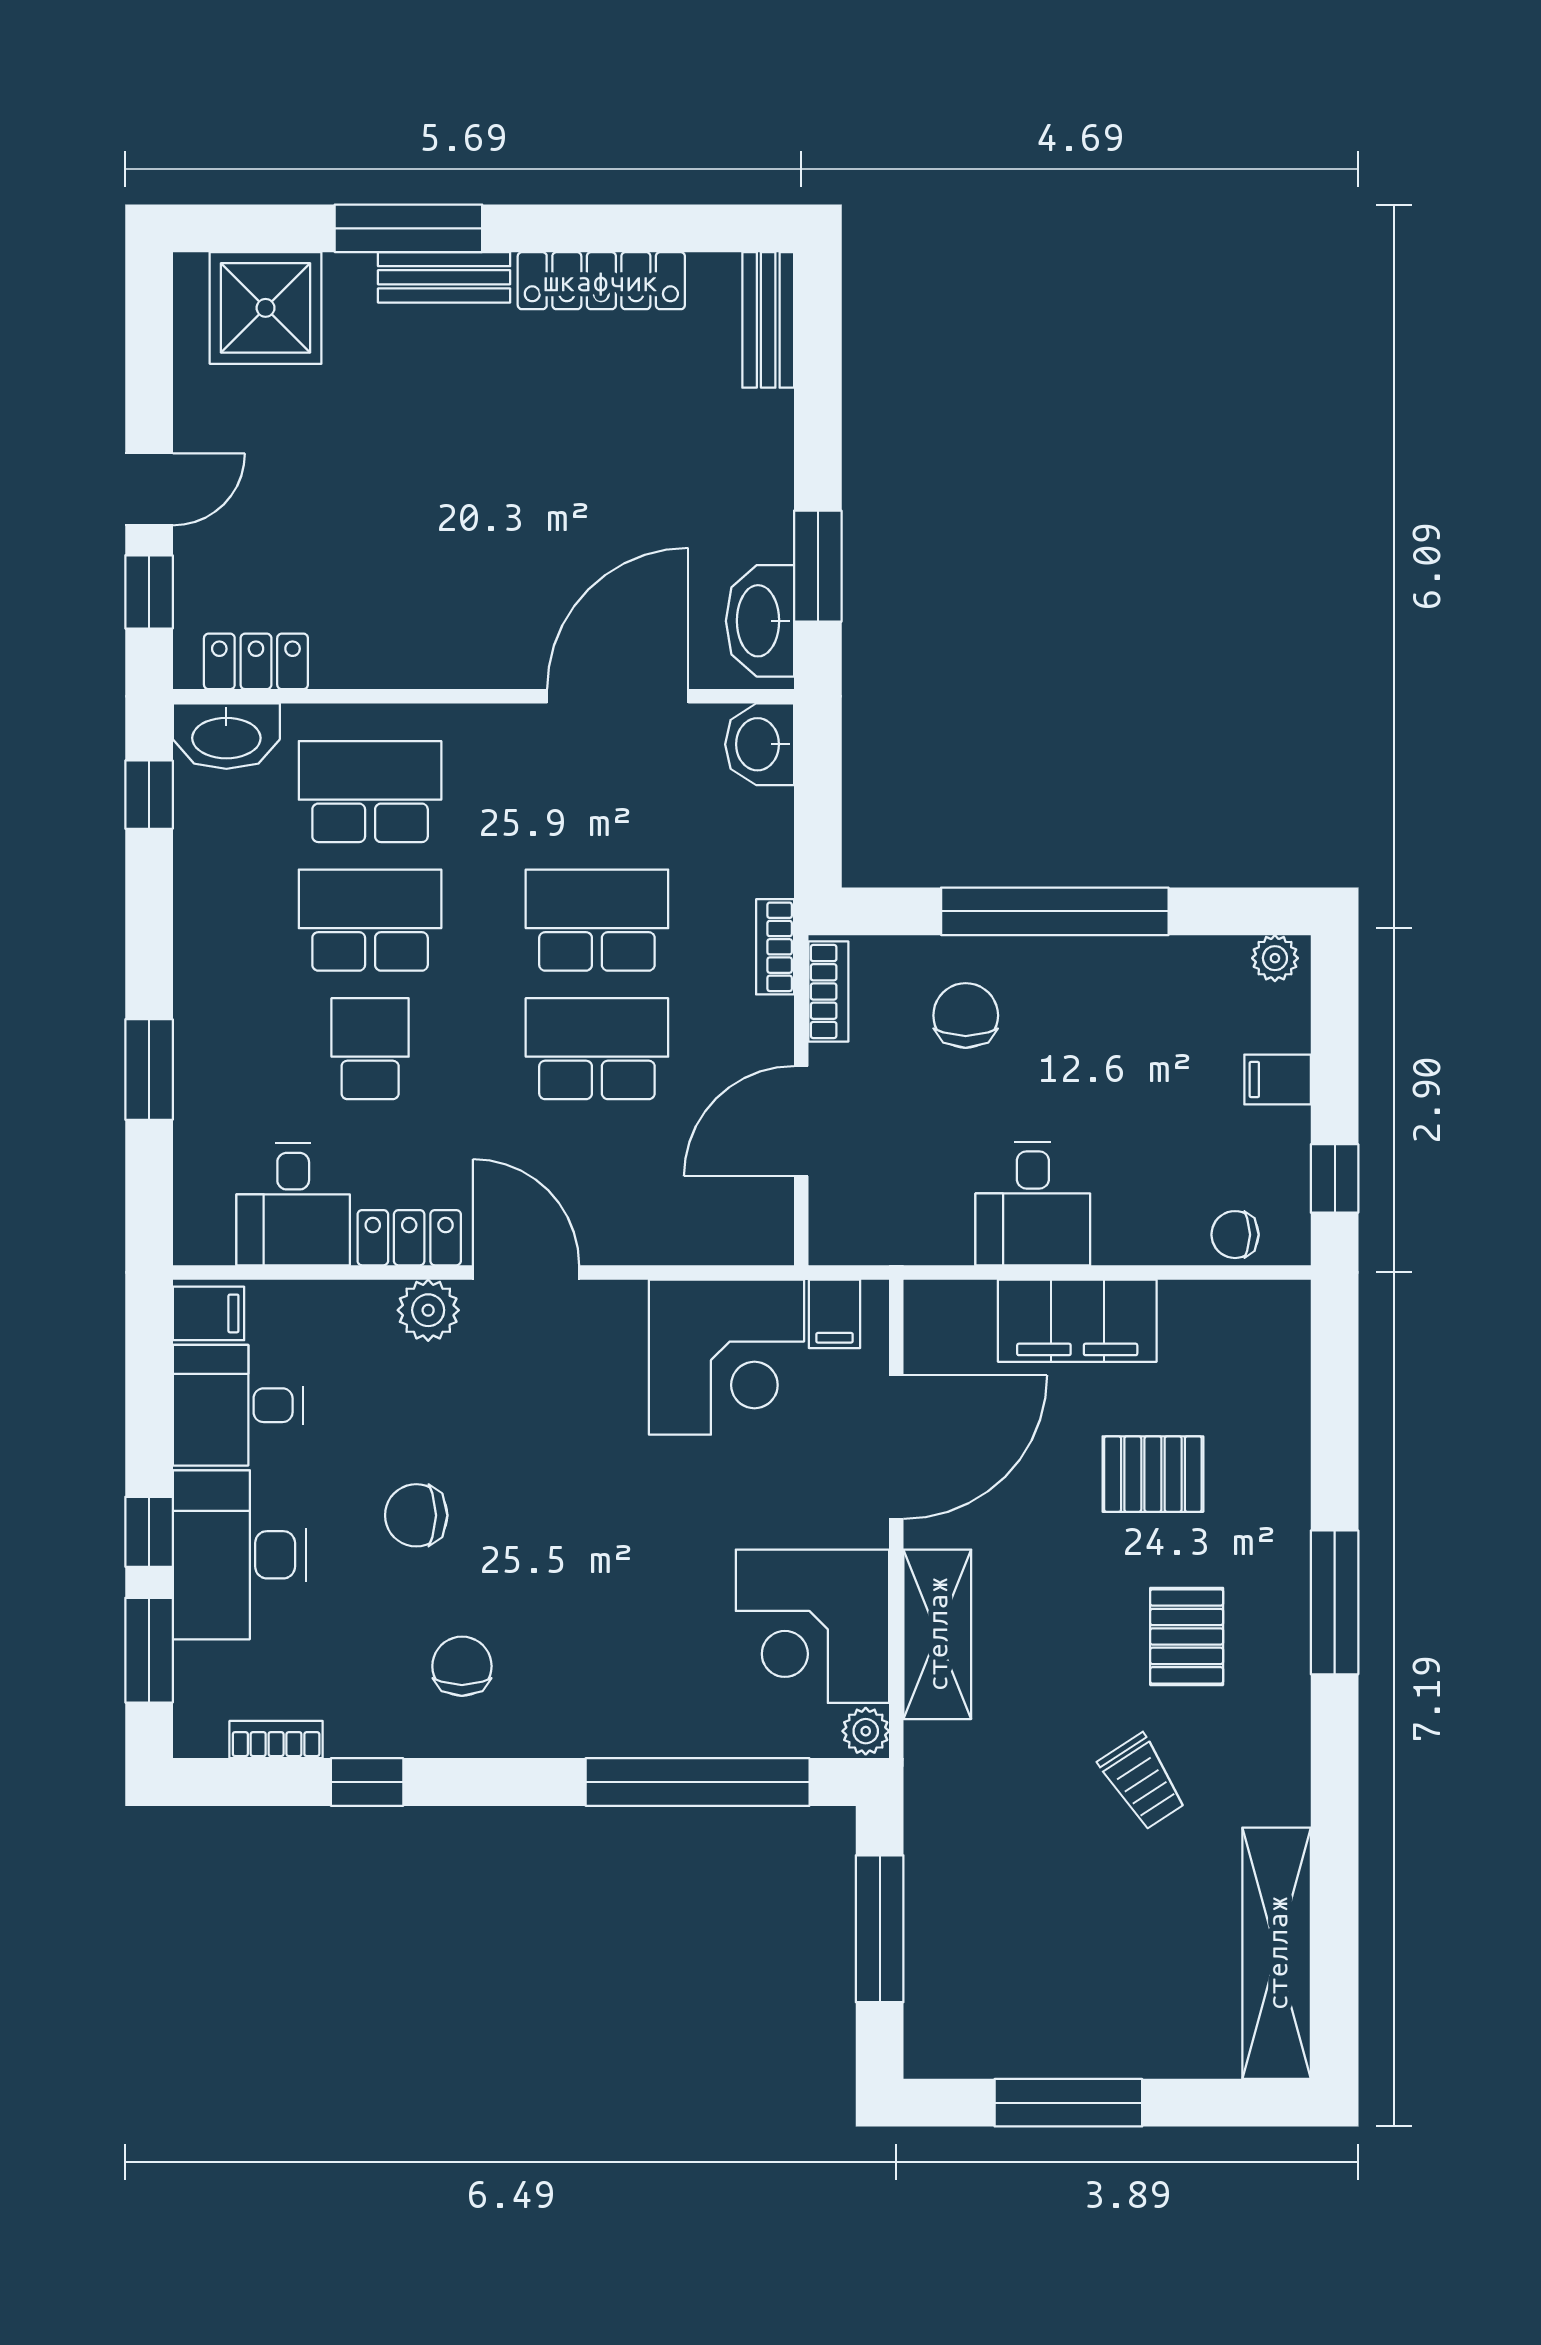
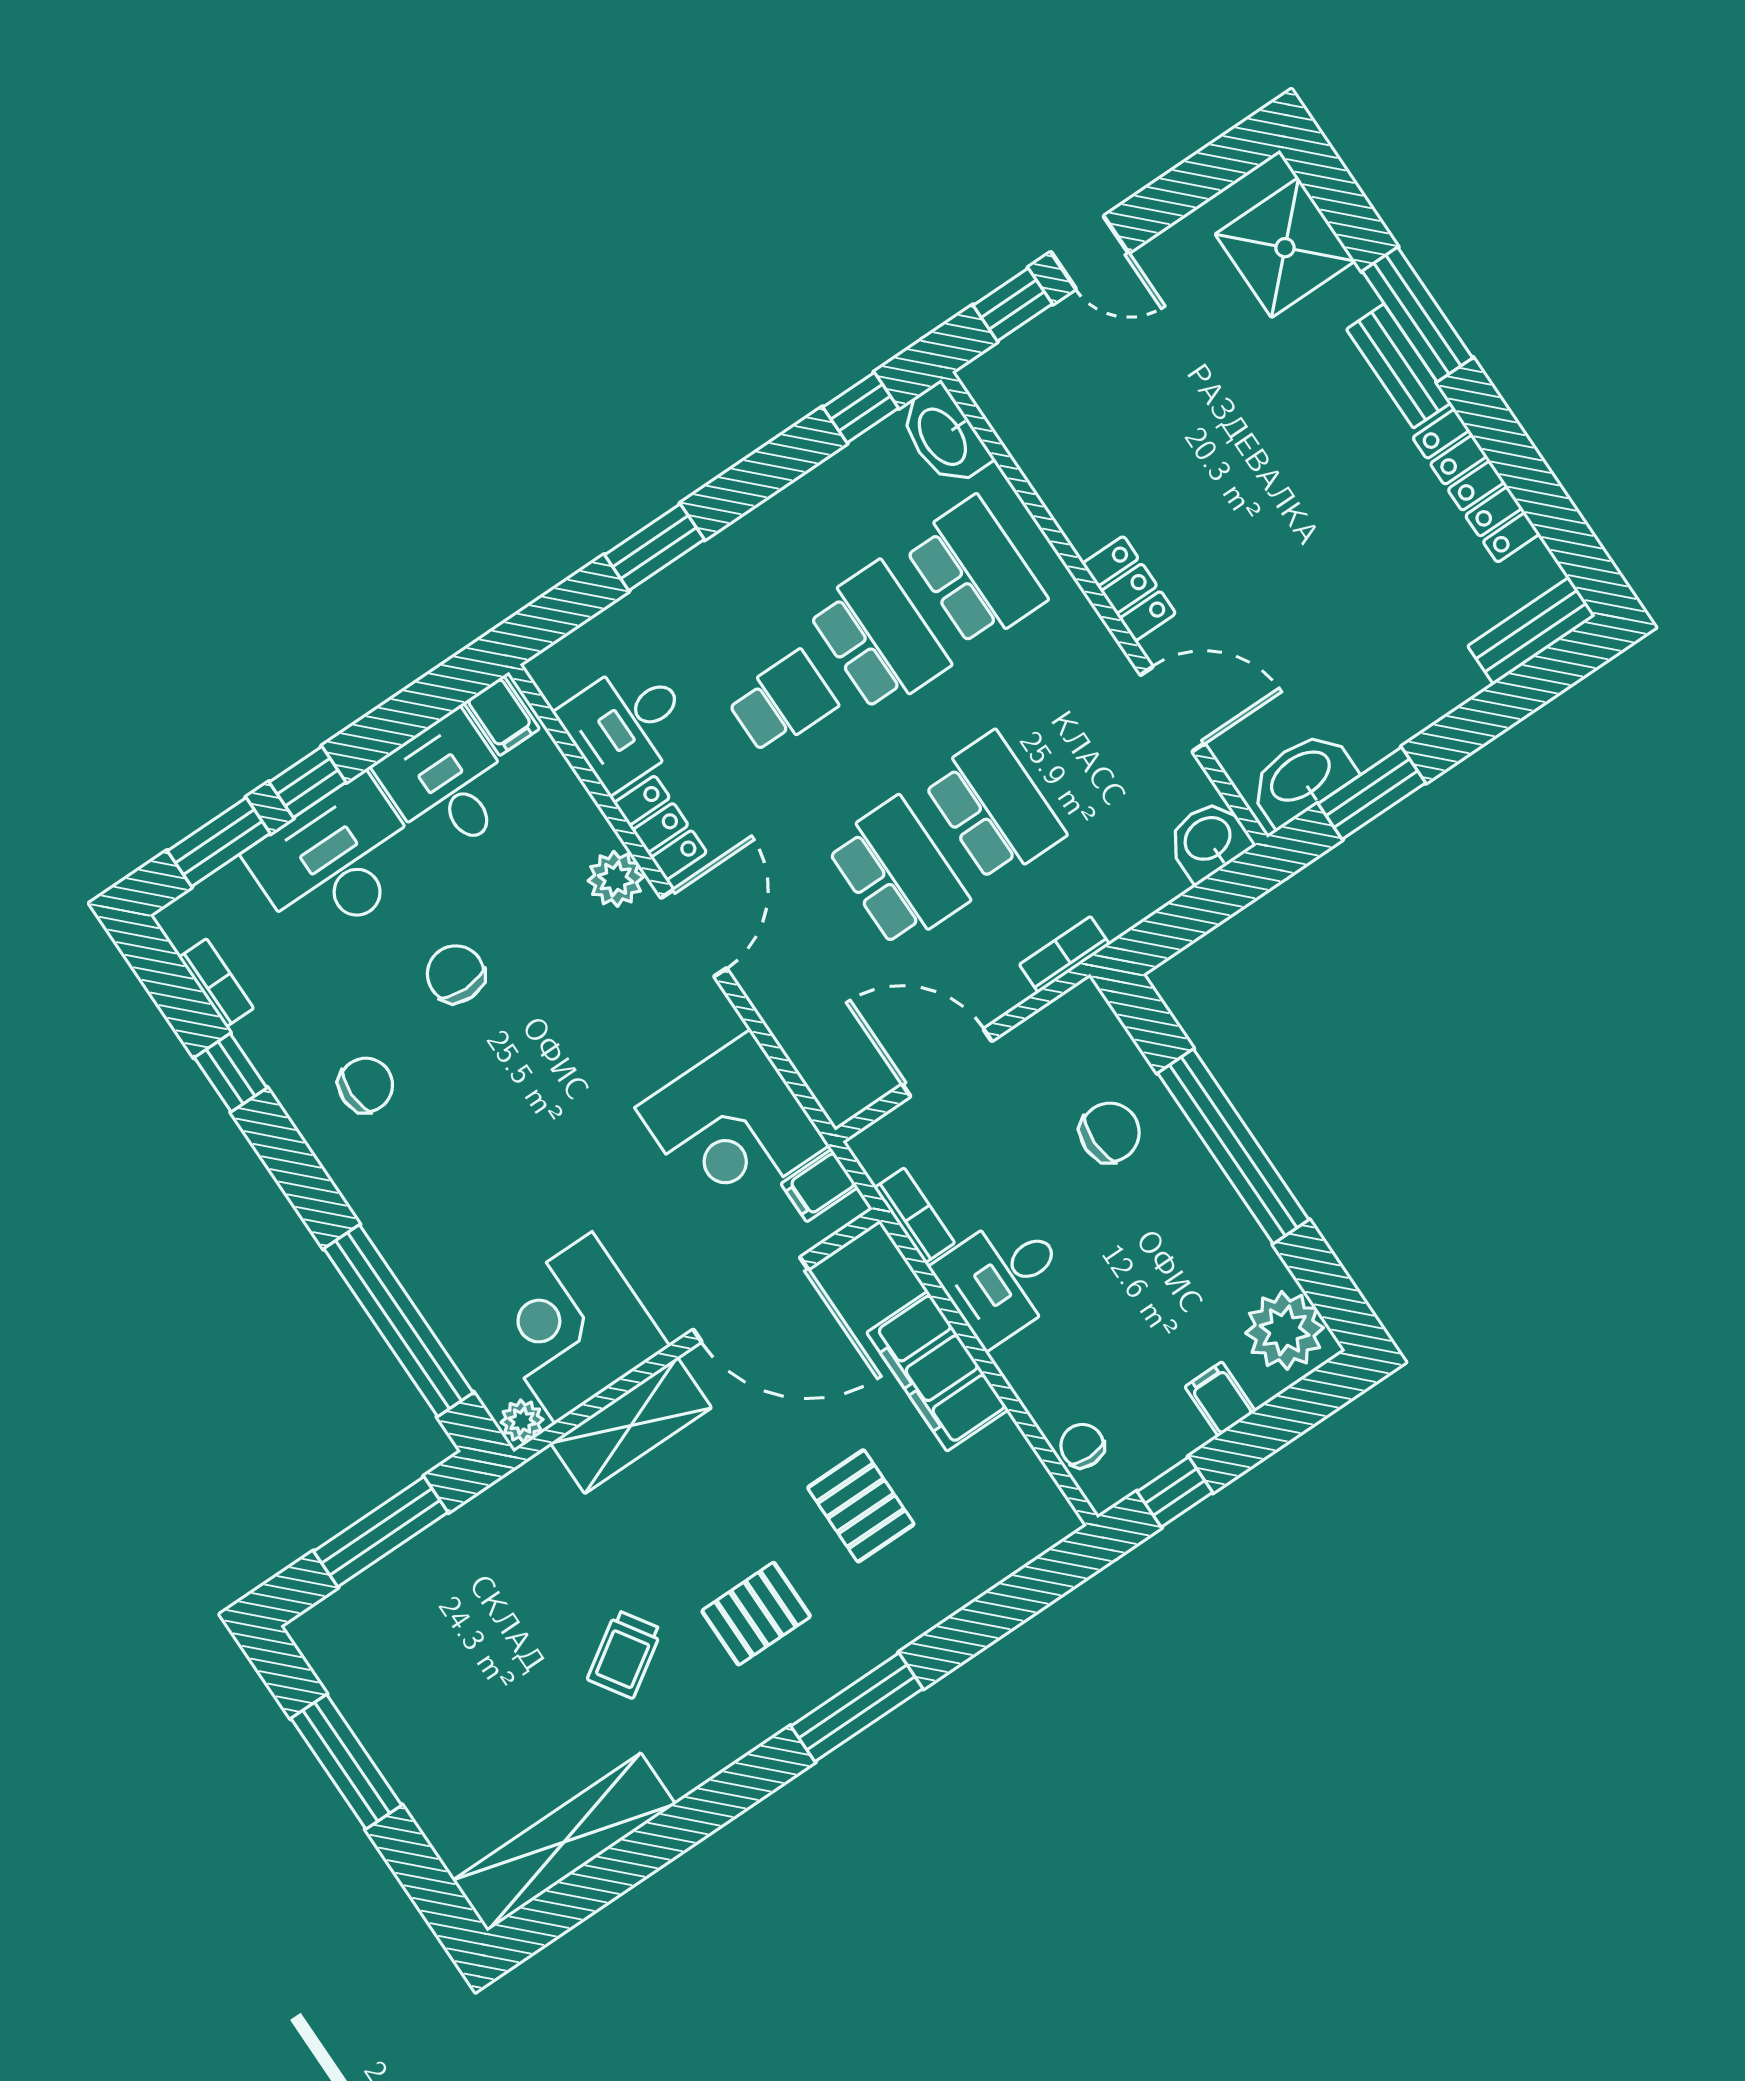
locker: (256, 661) -> (1129, 589), moved
door: (618, 696) -> (1172, 709), width x0.73
plant: (1275, 958) -> (1285, 1330), width x1.87, depth x1.87
bookcase: (828, 992) -> (915, 1215), moved, turned -90

